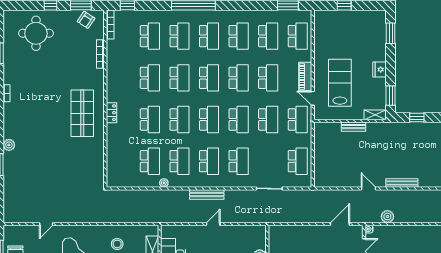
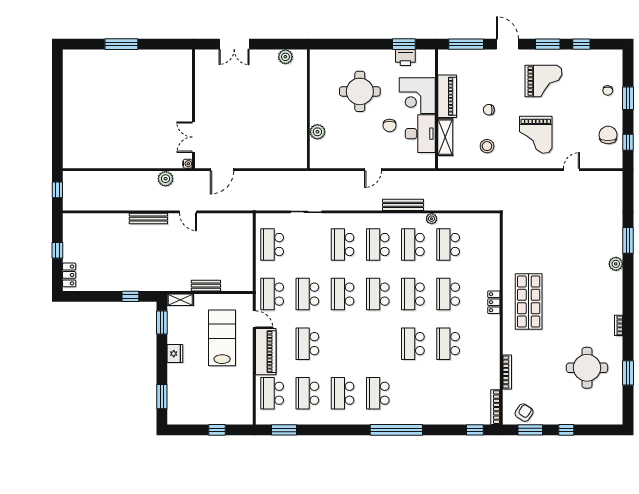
round table: (36, 33) -> (587, 368), moved
school desk: (150, 36) -> (448, 393), removed
school desk: (179, 36) -> (413, 393), removed
piano: (305, 76) -> (266, 352), width x1.37, depth x1.33
school desk: (209, 78) -> (378, 344), removed
school desk: (239, 78) -> (343, 344), removed
lab bench: (340, 83) -> (222, 338), turned 180
bench: (207, 195) -> (403, 205), moved

